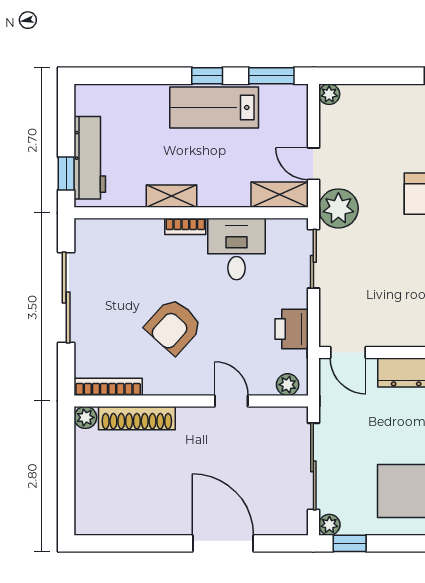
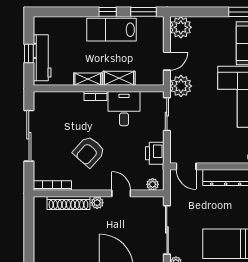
plant: (329, 94) -> (181, 27), width x1.88, depth x1.88
door: (313, 164) -> (167, 61), swing flipped
window: (66, 173) -> (29, 54), moved
shelving: (280, 195) -> (119, 78), moved
plant: (85, 417) -> (97, 203), moved

